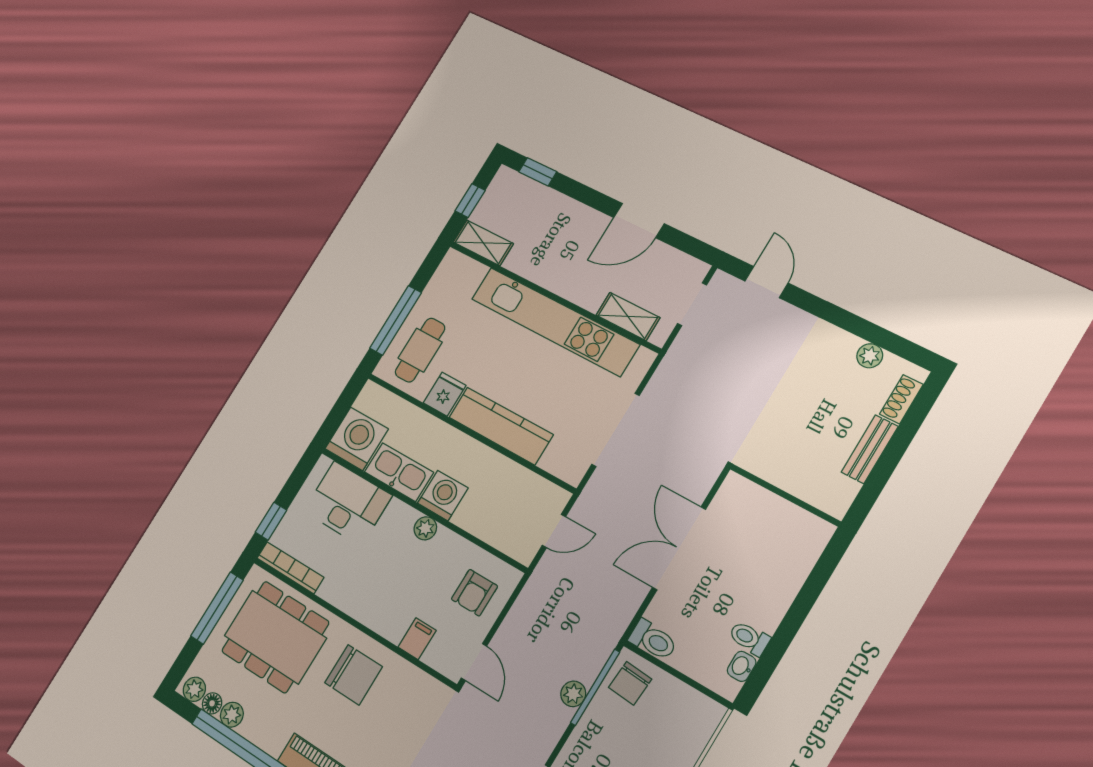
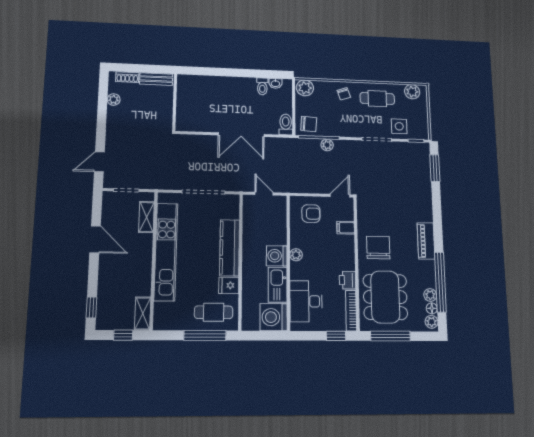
wall: (785, 495) -> (175, 102), moved
printer: (337, 590) -> (347, 280), added
plant: (702, 718) -> (305, 88), added

